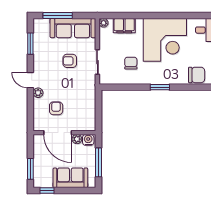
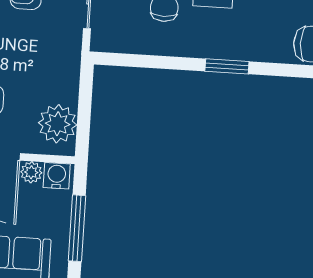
plant: (87, 117) -> (58, 124), added

